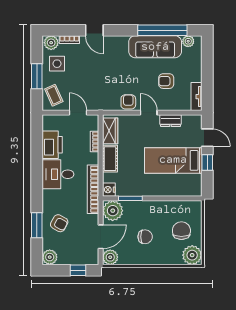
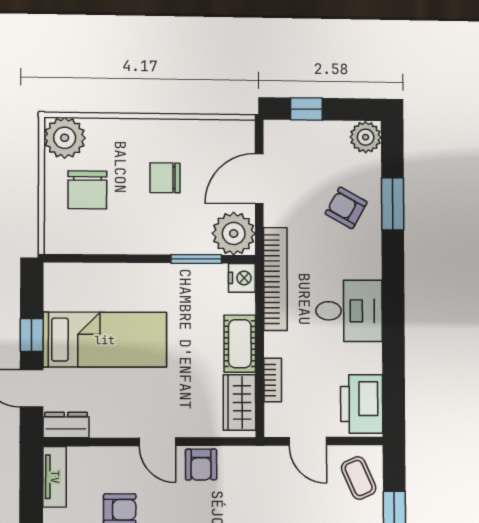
dresser: (171, 121) -> (66, 425), moved
printer: (52, 145) -> (362, 404), moved
plant: (110, 257) -> (239, 135), removed

